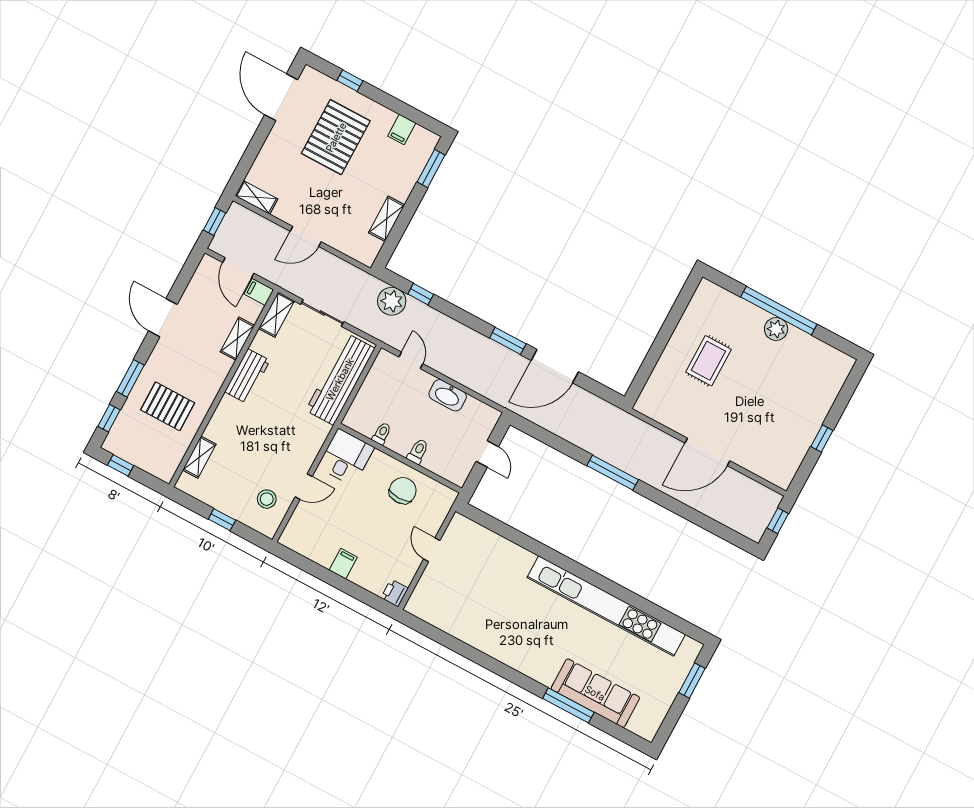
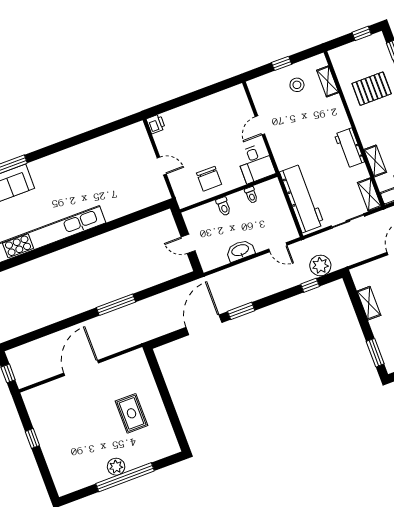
stool: (267, 499) -> (297, 85), moved
filing cabinet: (343, 564) -> (197, 109), removed

